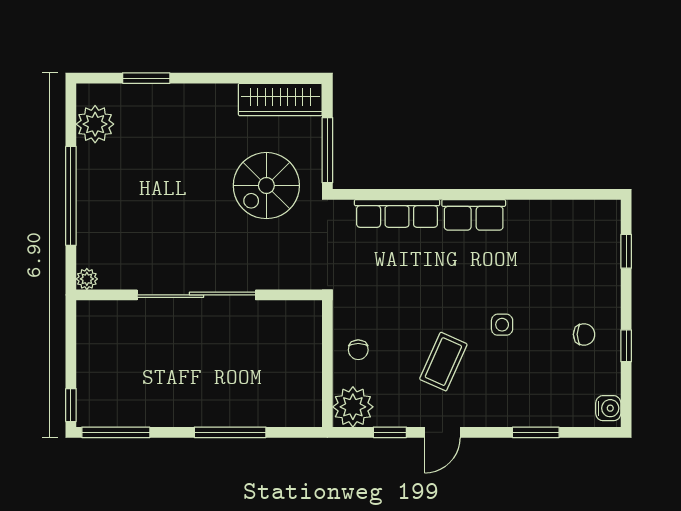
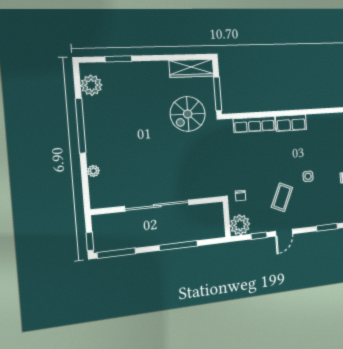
sliding door: (196, 295) -> (157, 206), moved
wall: (199, 295) -> (159, 205), moved

